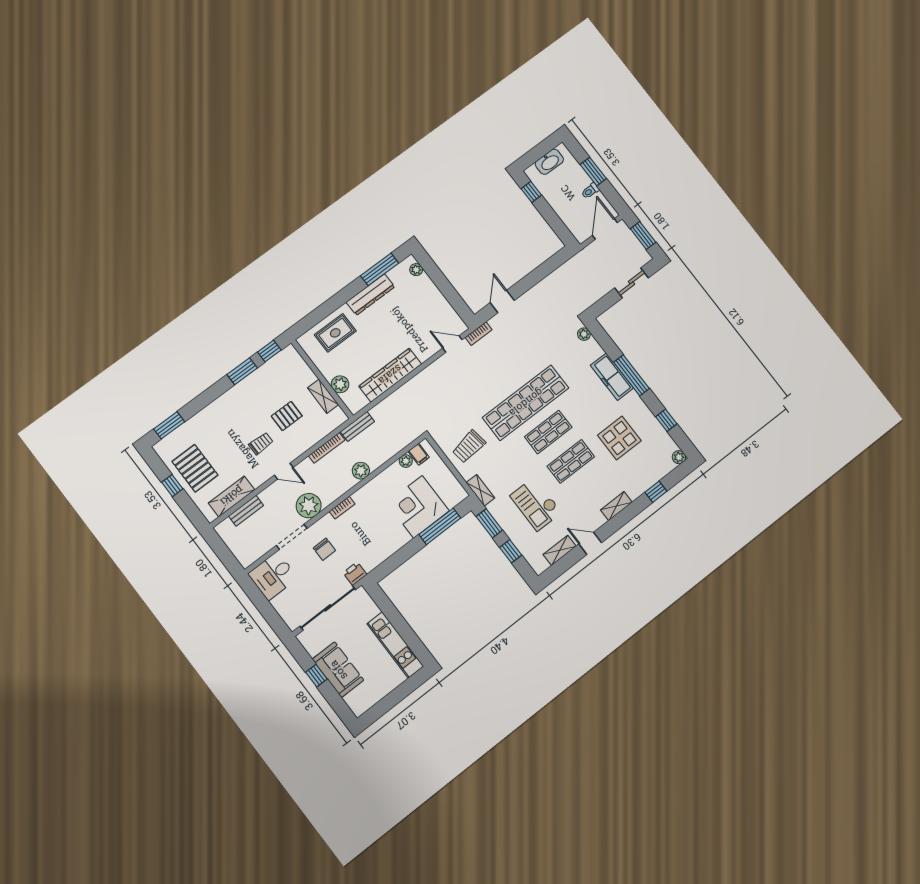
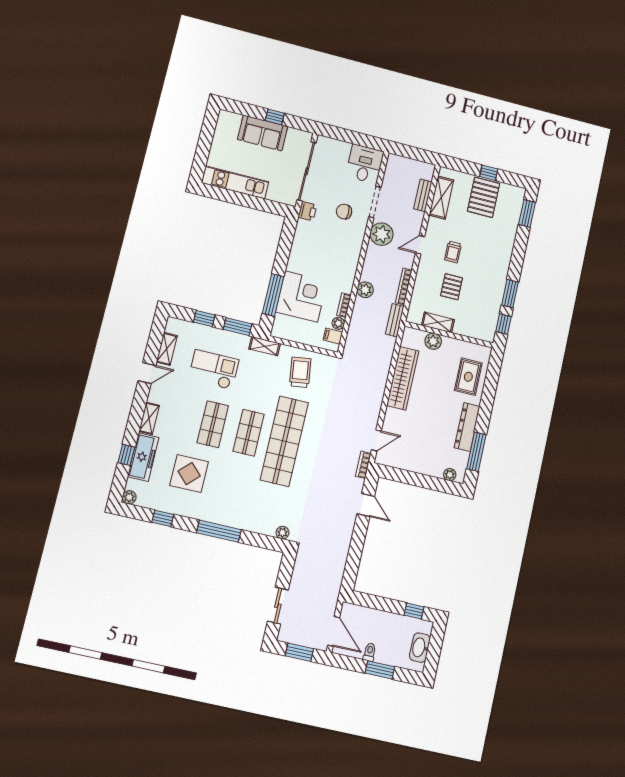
freezer: (612, 377) -> (143, 457), moved, turned 90
pallet: (195, 468) -> (484, 197), turned 90
bookcase: (342, 508) -> (344, 305), moved

